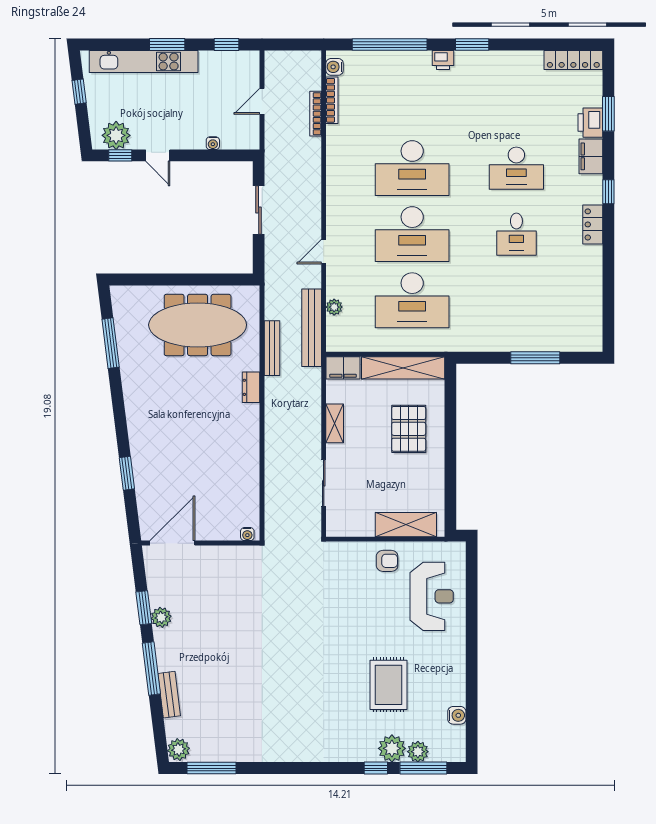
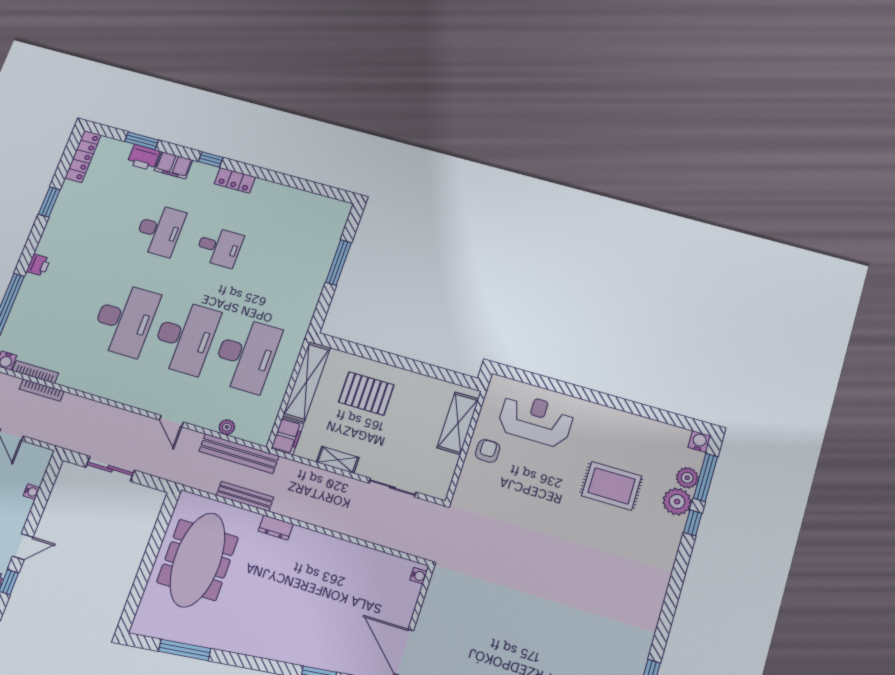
window: (472, 45) -> (49, 202), moved
water cooler: (457, 715) -> (699, 441), moved

